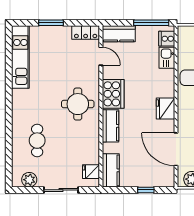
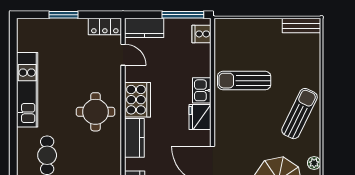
kitchen unit: (20, 57) -> (27, 90), moved
kitchen sink: (167, 58) -> (202, 90), moved

